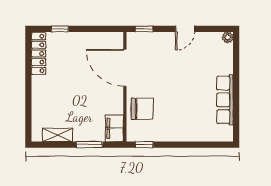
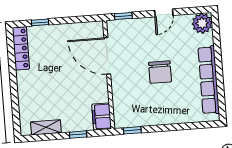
plant: (228, 37) -> (202, 23), width x1.88, depth x1.88
row of seats: (225, 100) -> (209, 80), width x1.36
chair: (142, 109) -> (160, 72), moved, turned 90
window: (89, 145) -> (78, 135), width x0.67

